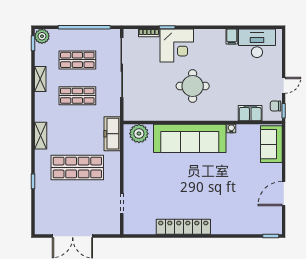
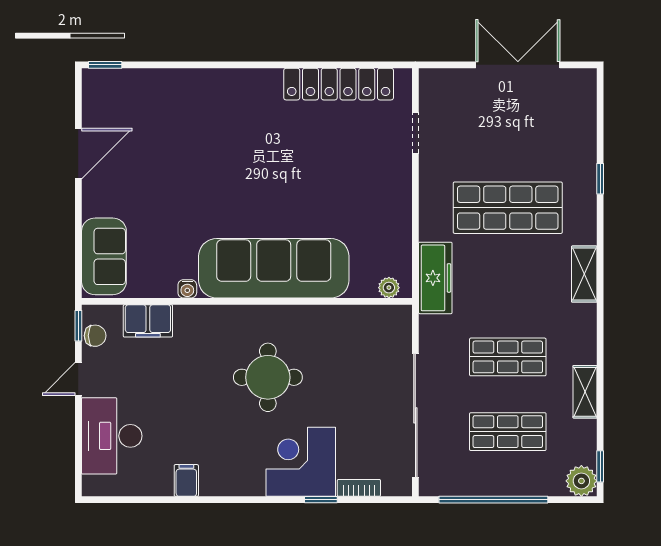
desk: (257, 43) -> (112, 436), moved, turned 90
plant: (139, 134) -> (389, 288), width x0.53, depth x0.53
locker: (183, 227) -> (339, 84), moved

